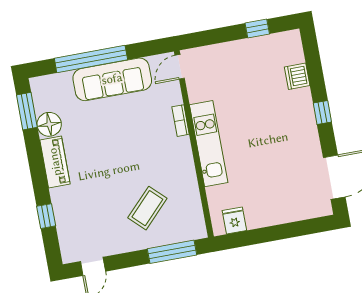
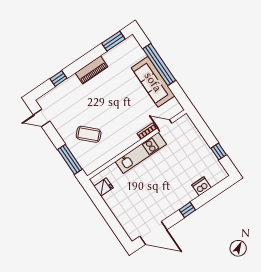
door: (180, 67) -> (165, 126), moved
floor lamp: (49, 124) -> (112, 57), removed

